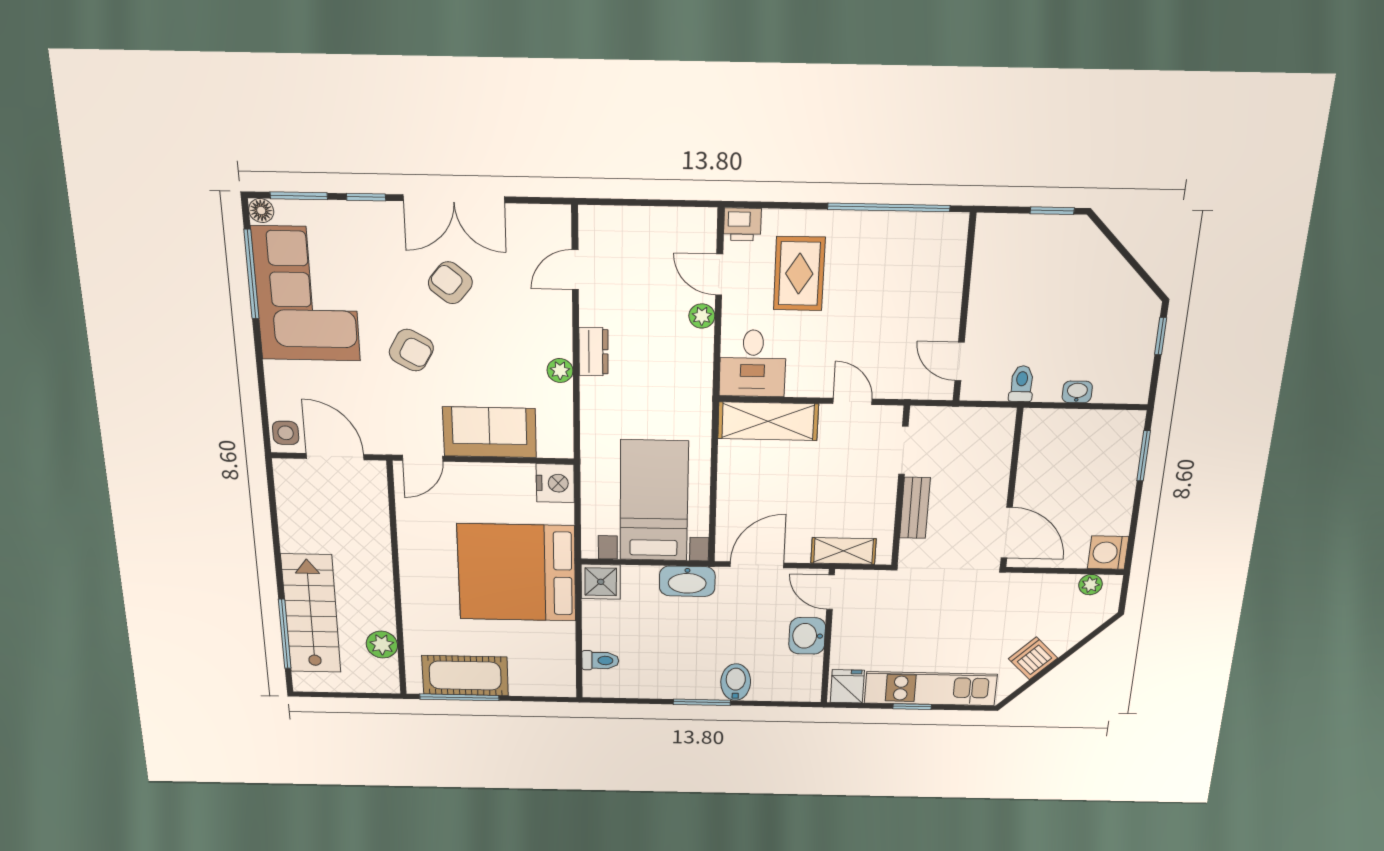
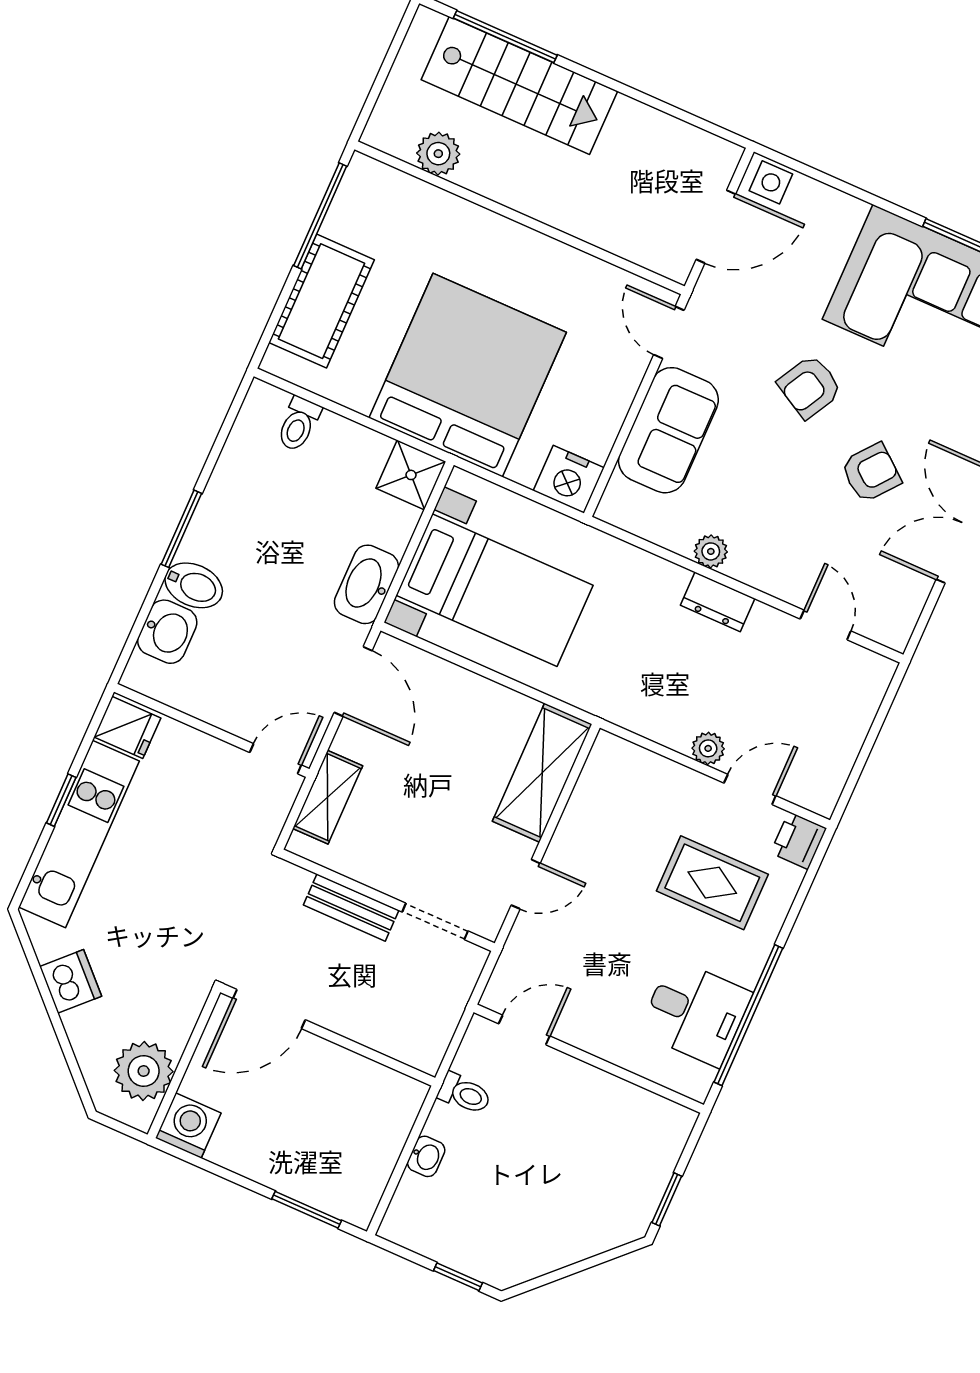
desk: (753, 363) -> (695, 1013), moved, turned 180
plant: (1090, 585) -> (144, 1071), width x1.88, depth x1.88
washbasin: (807, 636) -> (167, 632), moved, turned 90
cot: (465, 676) -> (322, 301), moved

